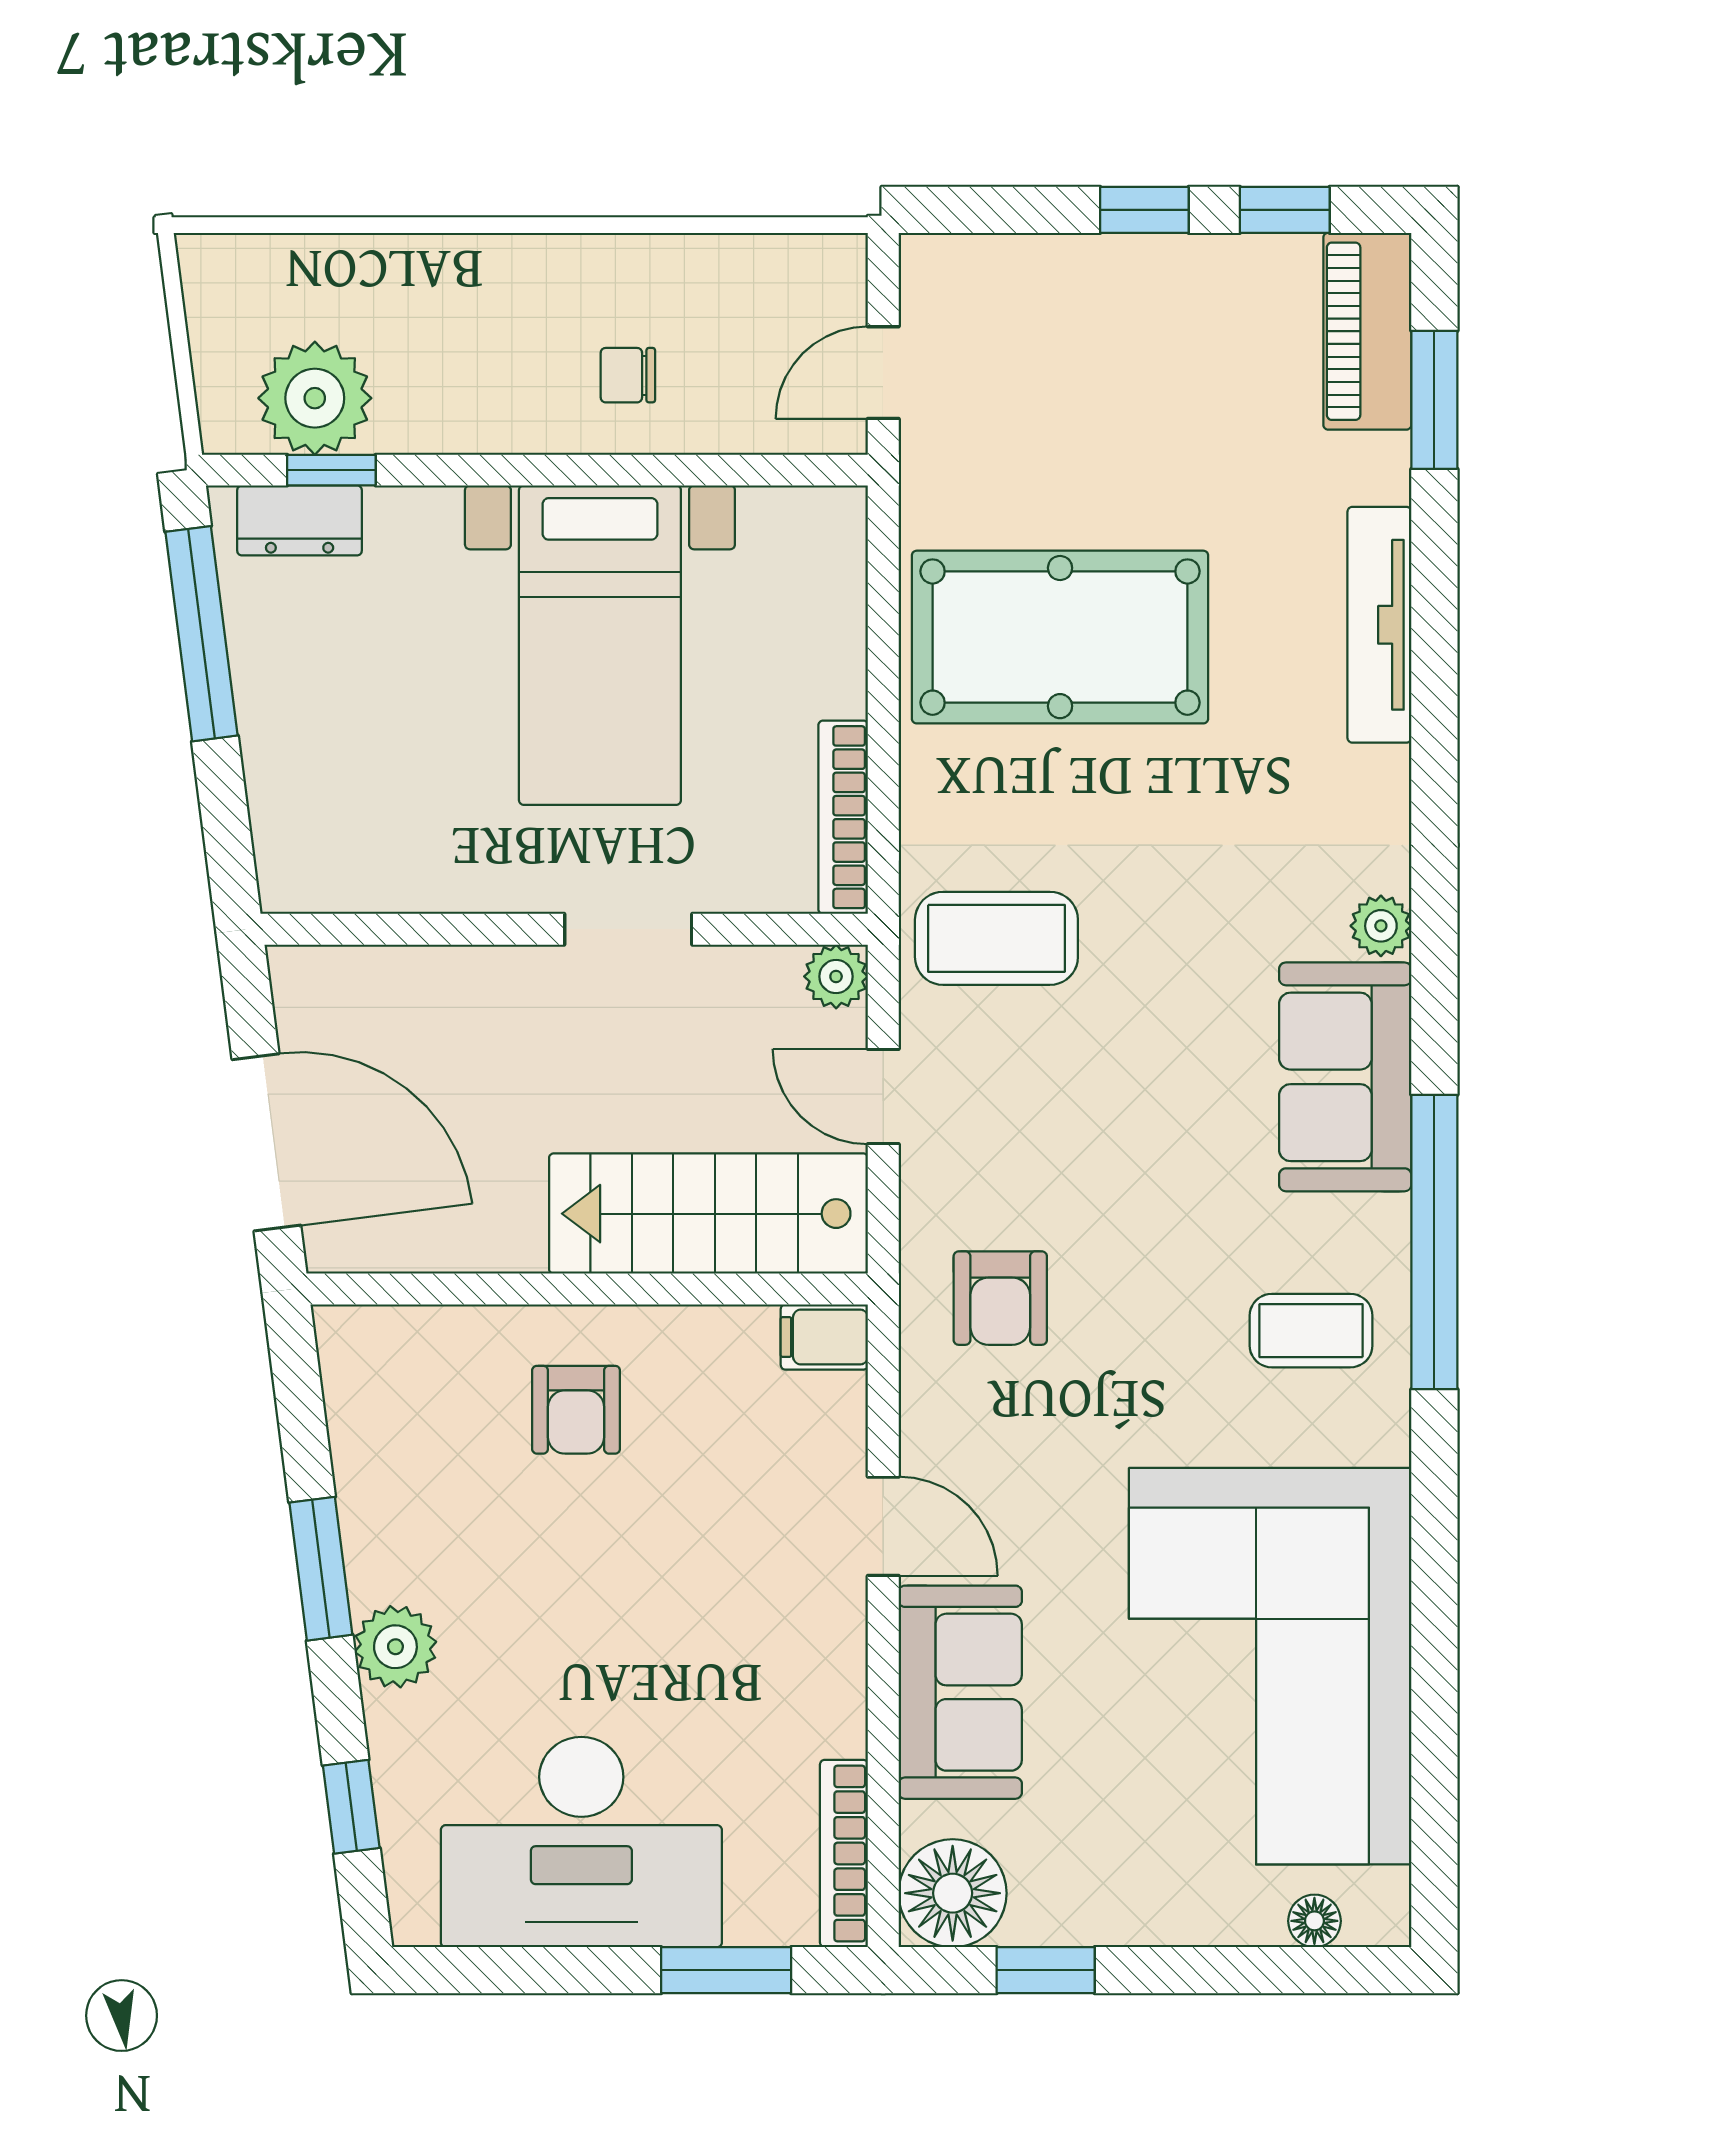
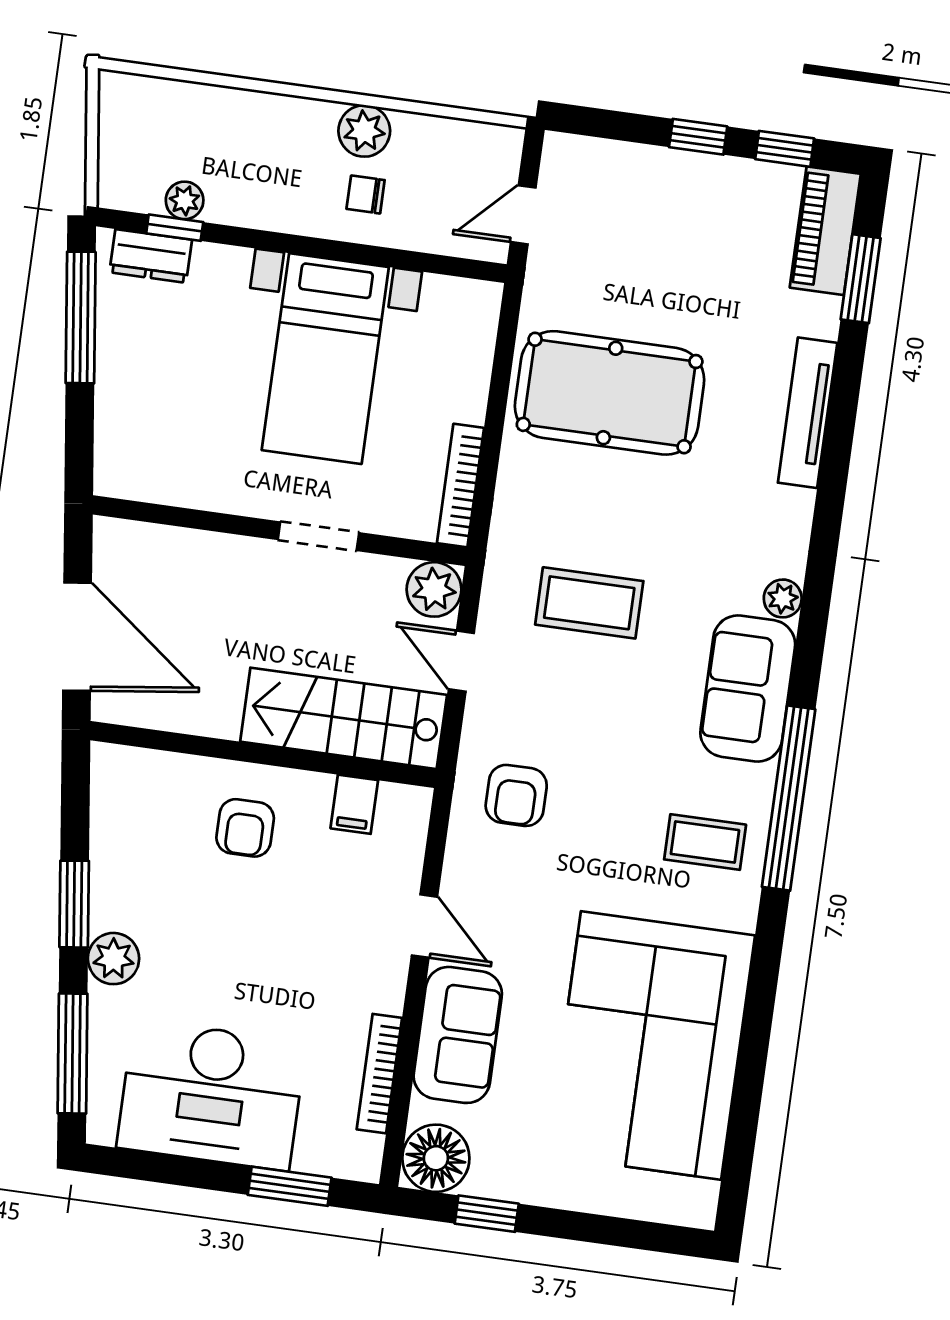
plant: (612, 274) -> (364, 131), added
plant: (315, 398) -> (185, 200), width x0.53, depth x0.53
coffee table: (996, 938) -> (589, 603), moved
plant: (836, 976) -> (434, 589), width x1.38, depth x1.38
filing cabinet: (824, 1337) -> (354, 804), moved, turned -90
window: (351, 1807) -> (73, 1053), width x2.17
bookcase: (844, 1853) -> (379, 1074), moved
floor lamp: (1314, 1921) -> (657, 1206), removed

